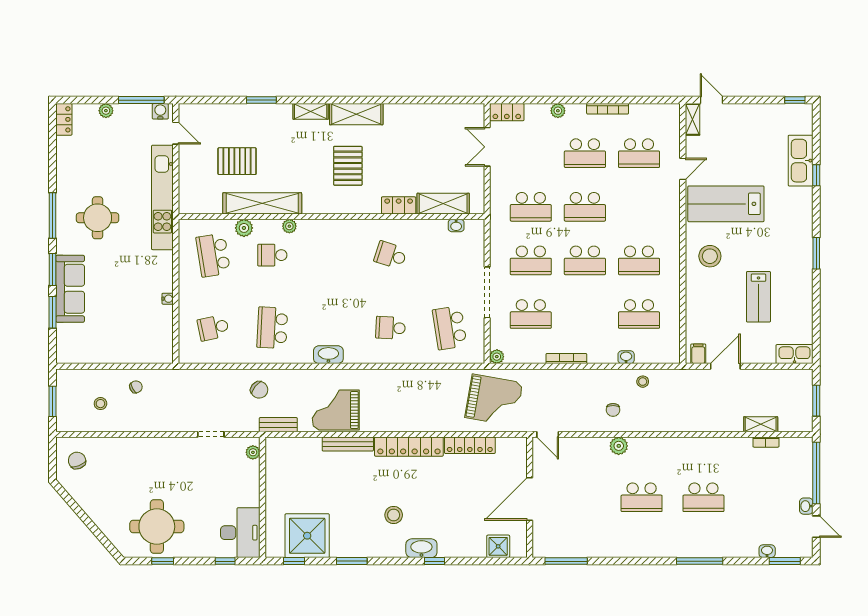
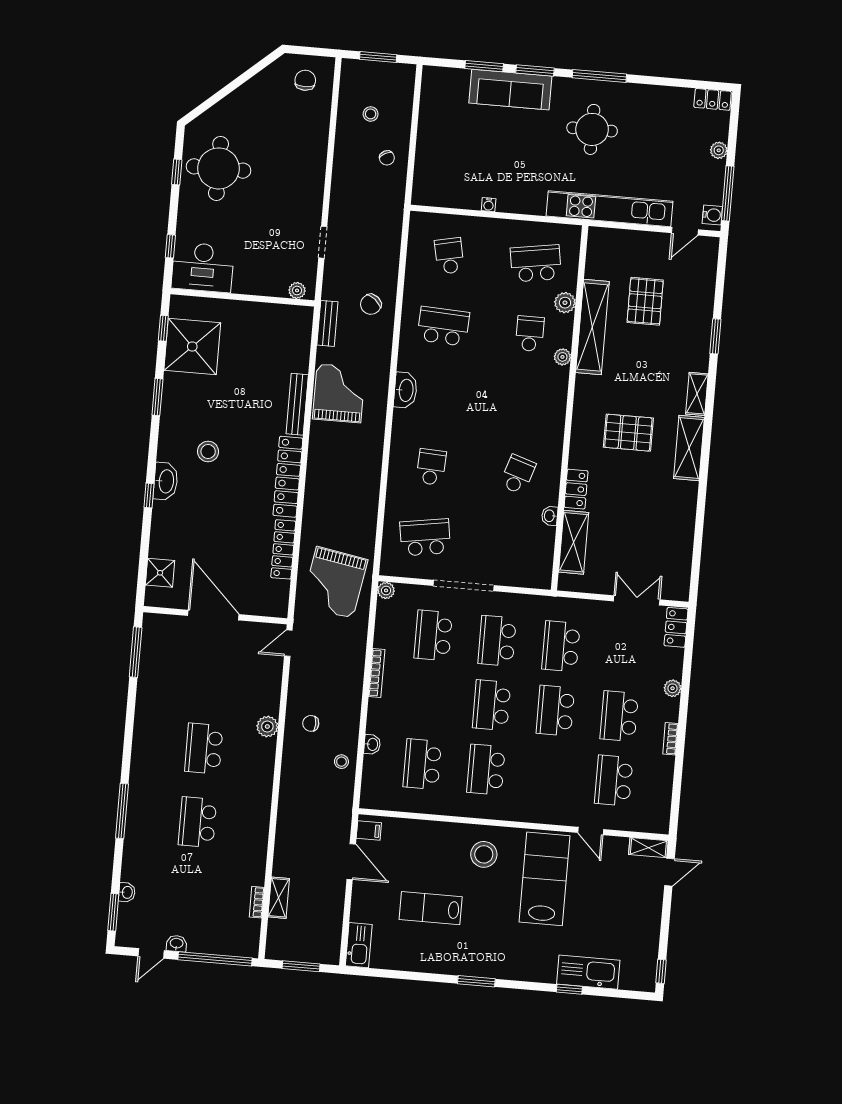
bookcase: (608, 109) -> (670, 739), width x0.64
washbasin: (456, 225) -> (550, 516), moved
chair: (77, 461) -> (305, 80), turned -69

